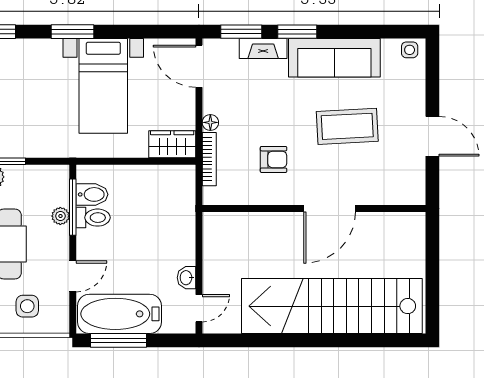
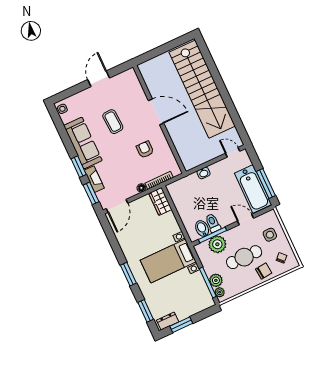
bed with nightstands: (103, 86) -> (168, 261), moved, turned 180
coffee table: (347, 126) -> (113, 122), width x0.73, depth x0.76
plant: (60, 216) -> (217, 244), width x1.87, depth x1.87
washbasin: (187, 278) -> (204, 173), moved

